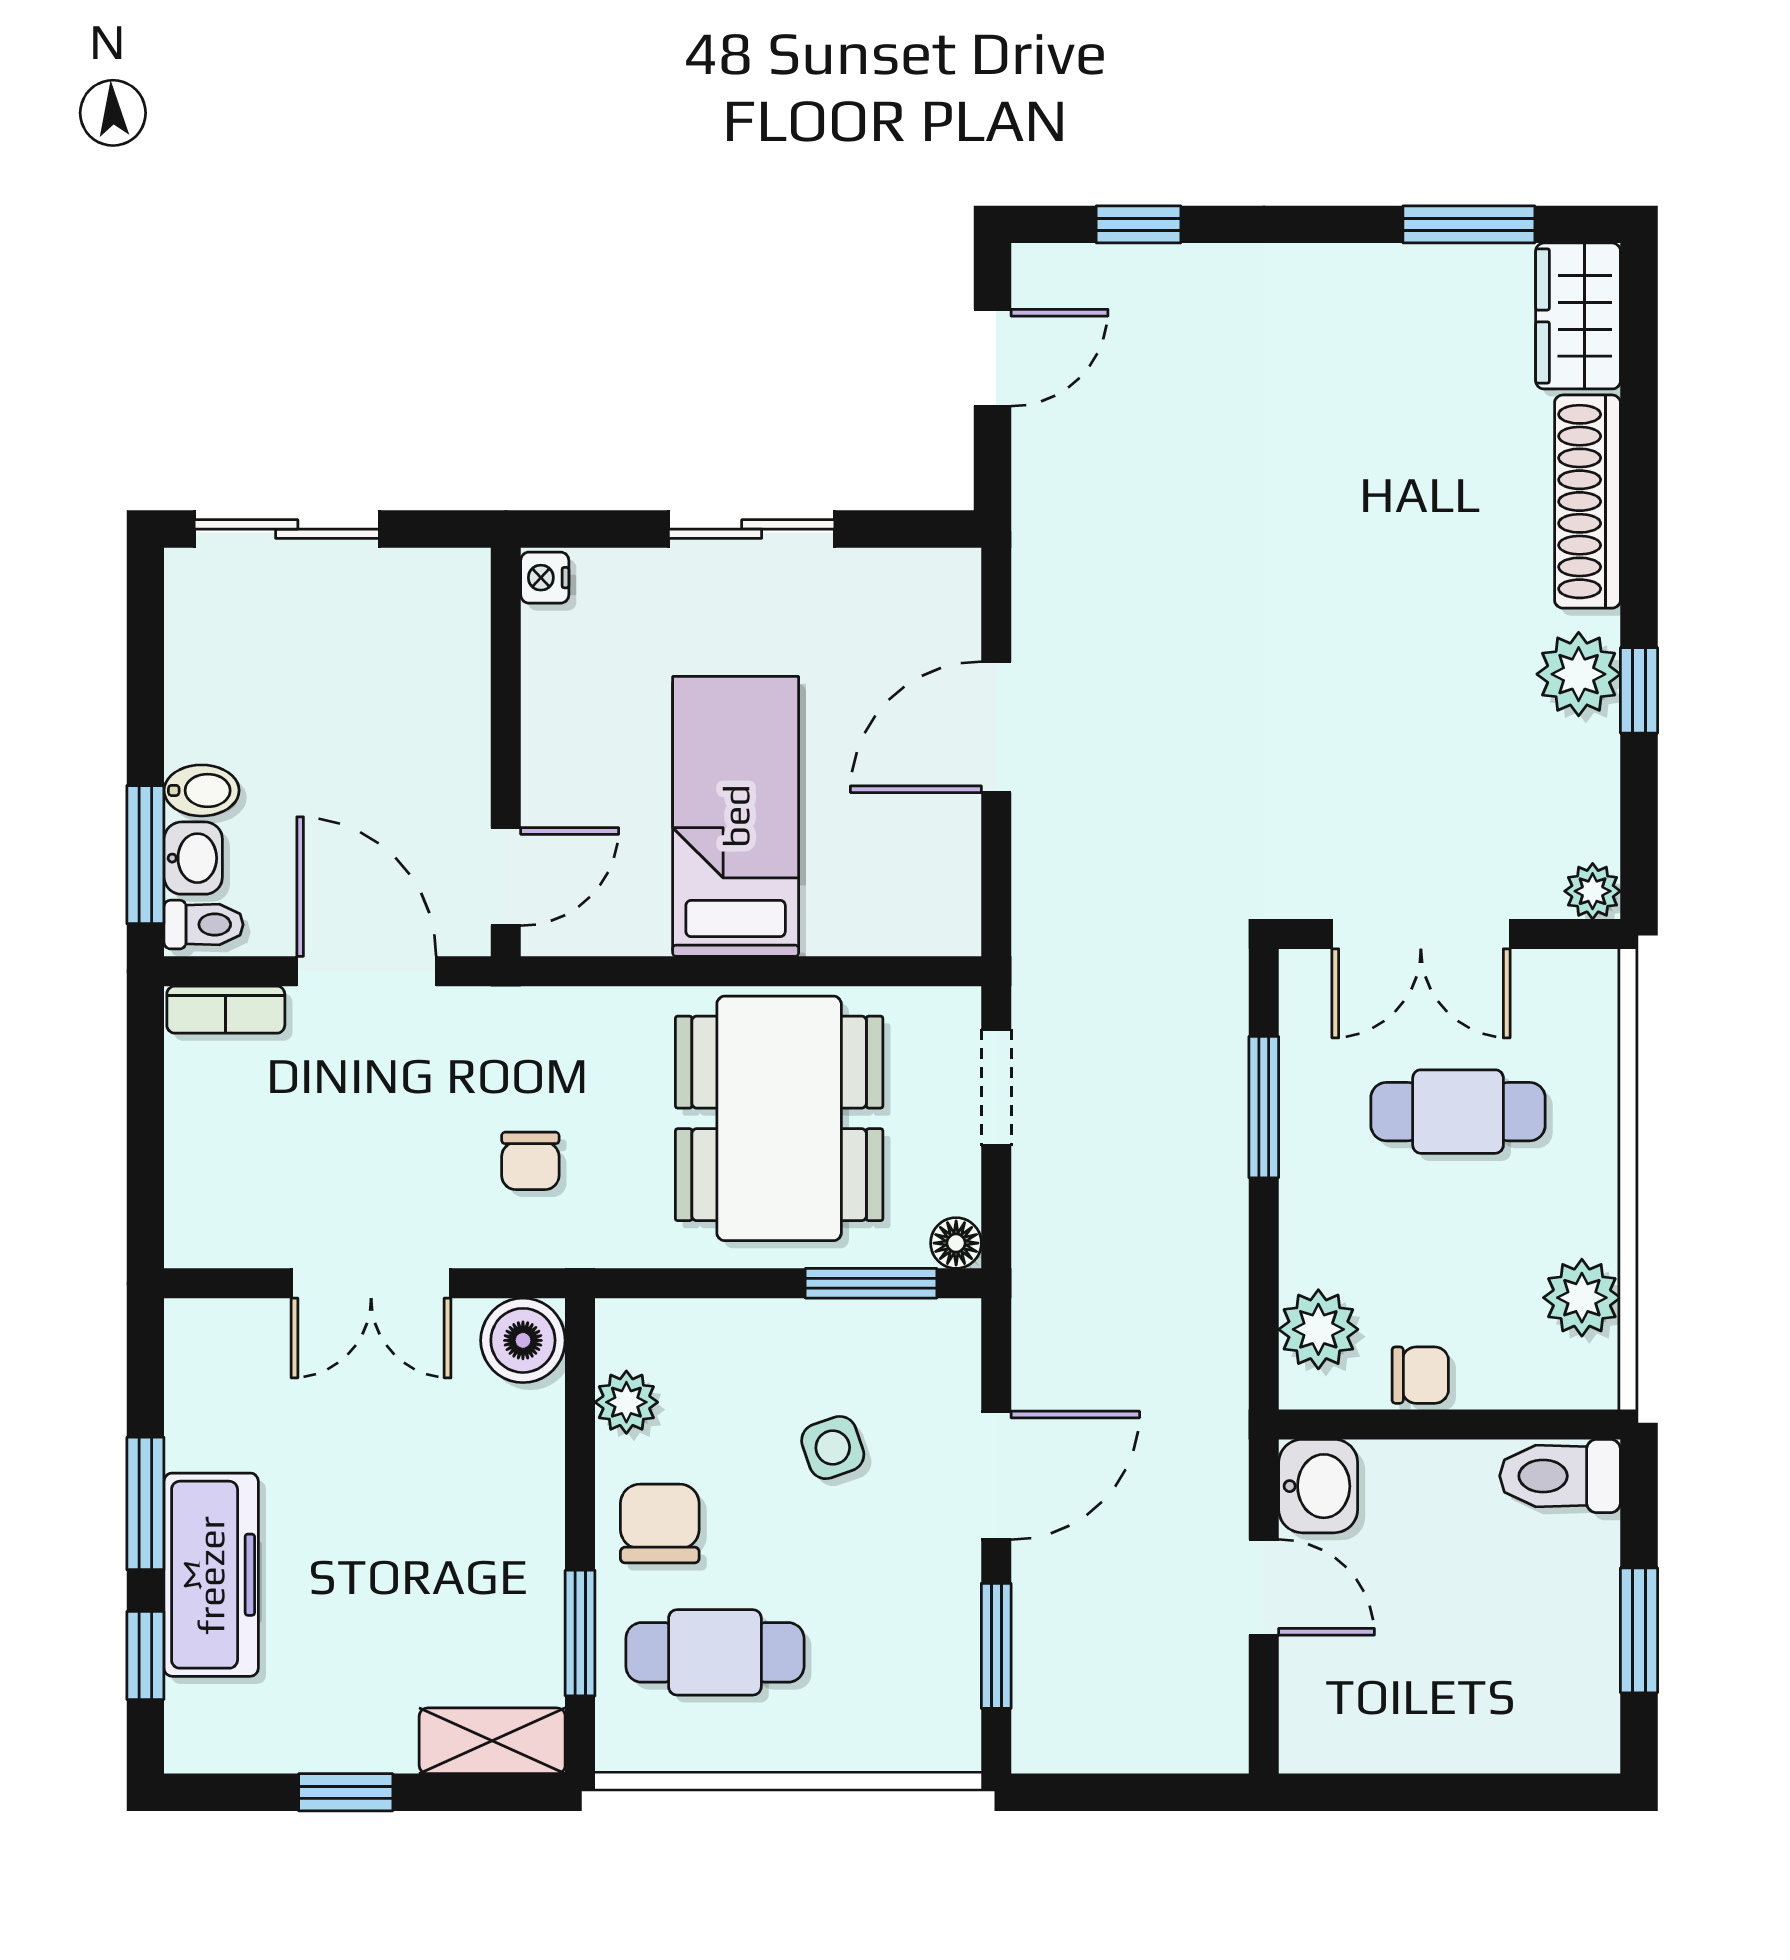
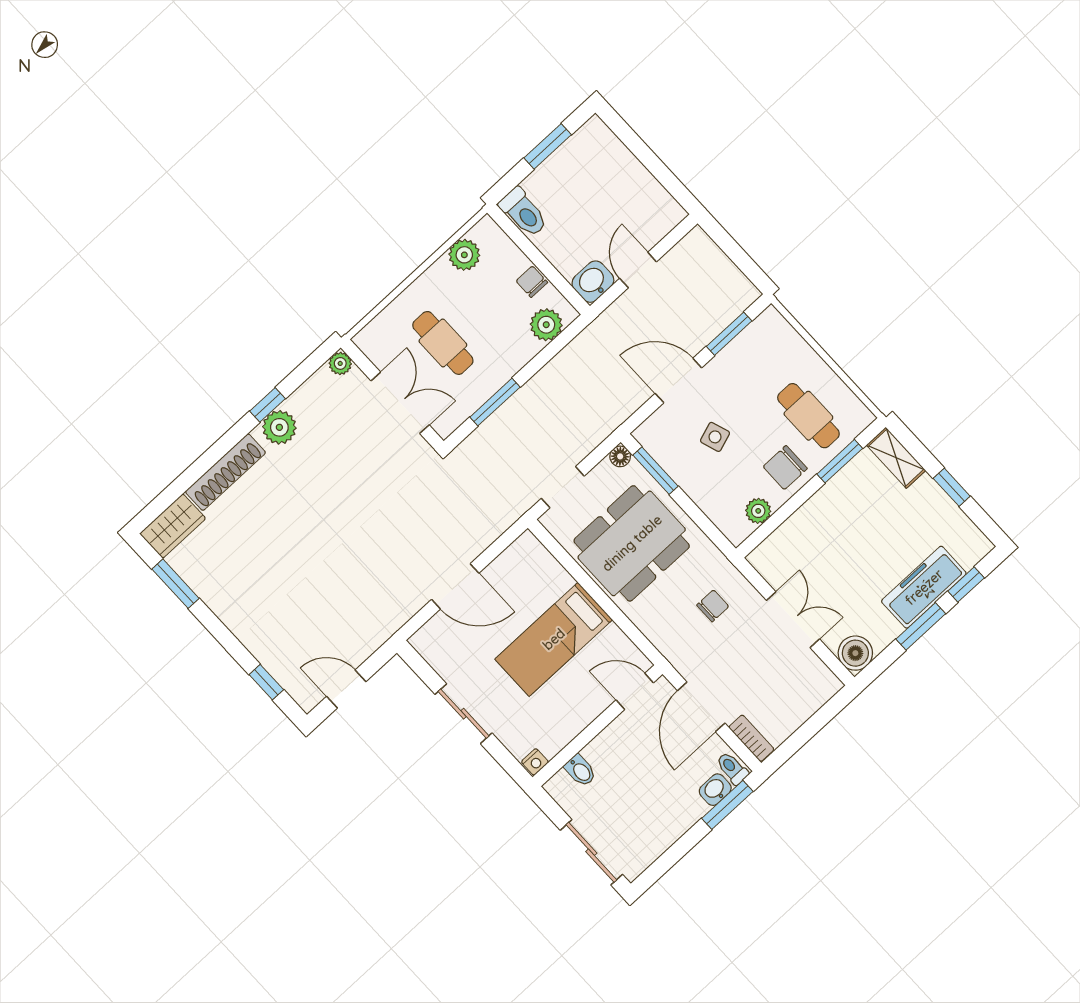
bidet: (202, 790) -> (580, 771), moved, turned 180
boiler: (523, 1340) -> (855, 653), moved

